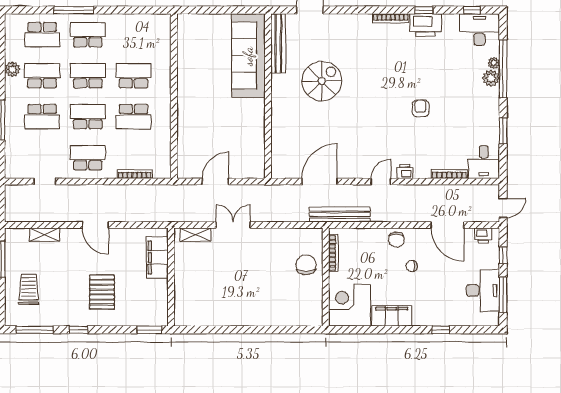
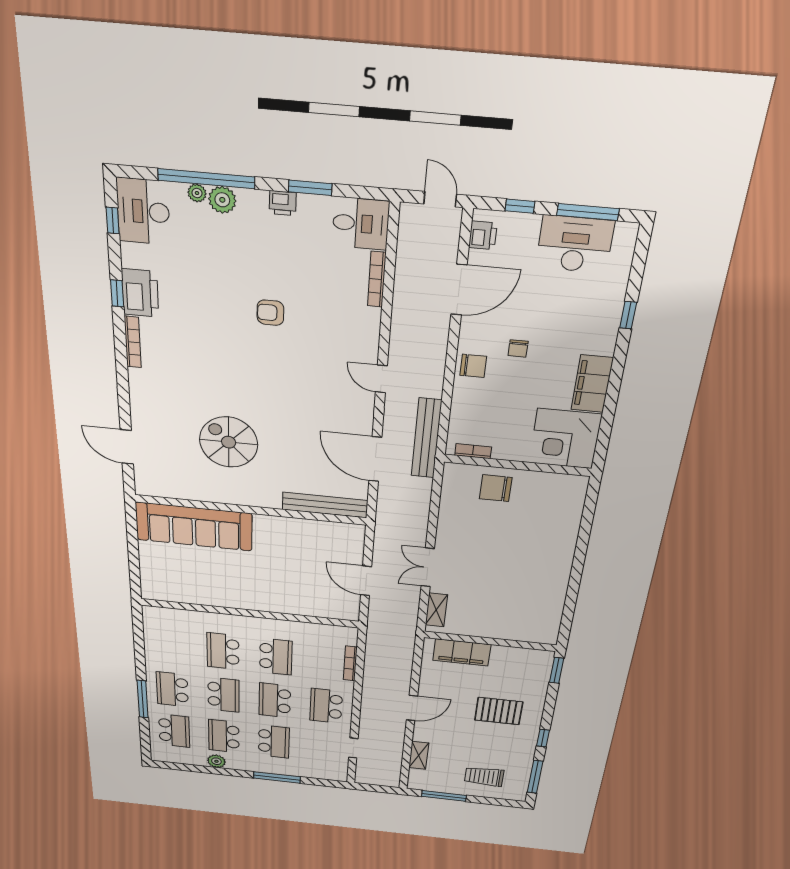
bench: (278, 43) -> (325, 505), moved
school desk: (88, 76) -> (223, 695), turned 180
printer: (405, 171) -> (283, 203), moved, turned -90
bookcase: (333, 253) -> (473, 451), width x0.64

